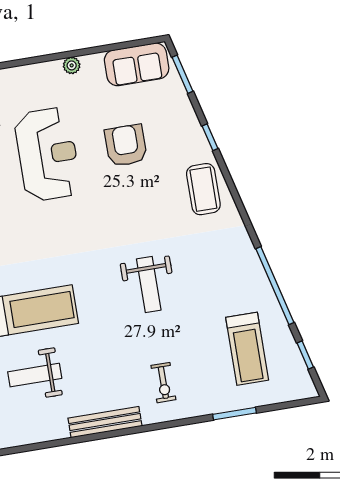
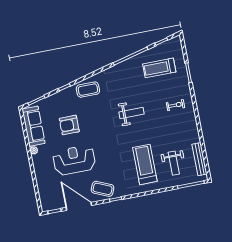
sofa: (137, 64) -> (34, 126), width x1.36
treadmill: (247, 349) -> (159, 68), turned 180
bench: (105, 422) -> (200, 159), moved

